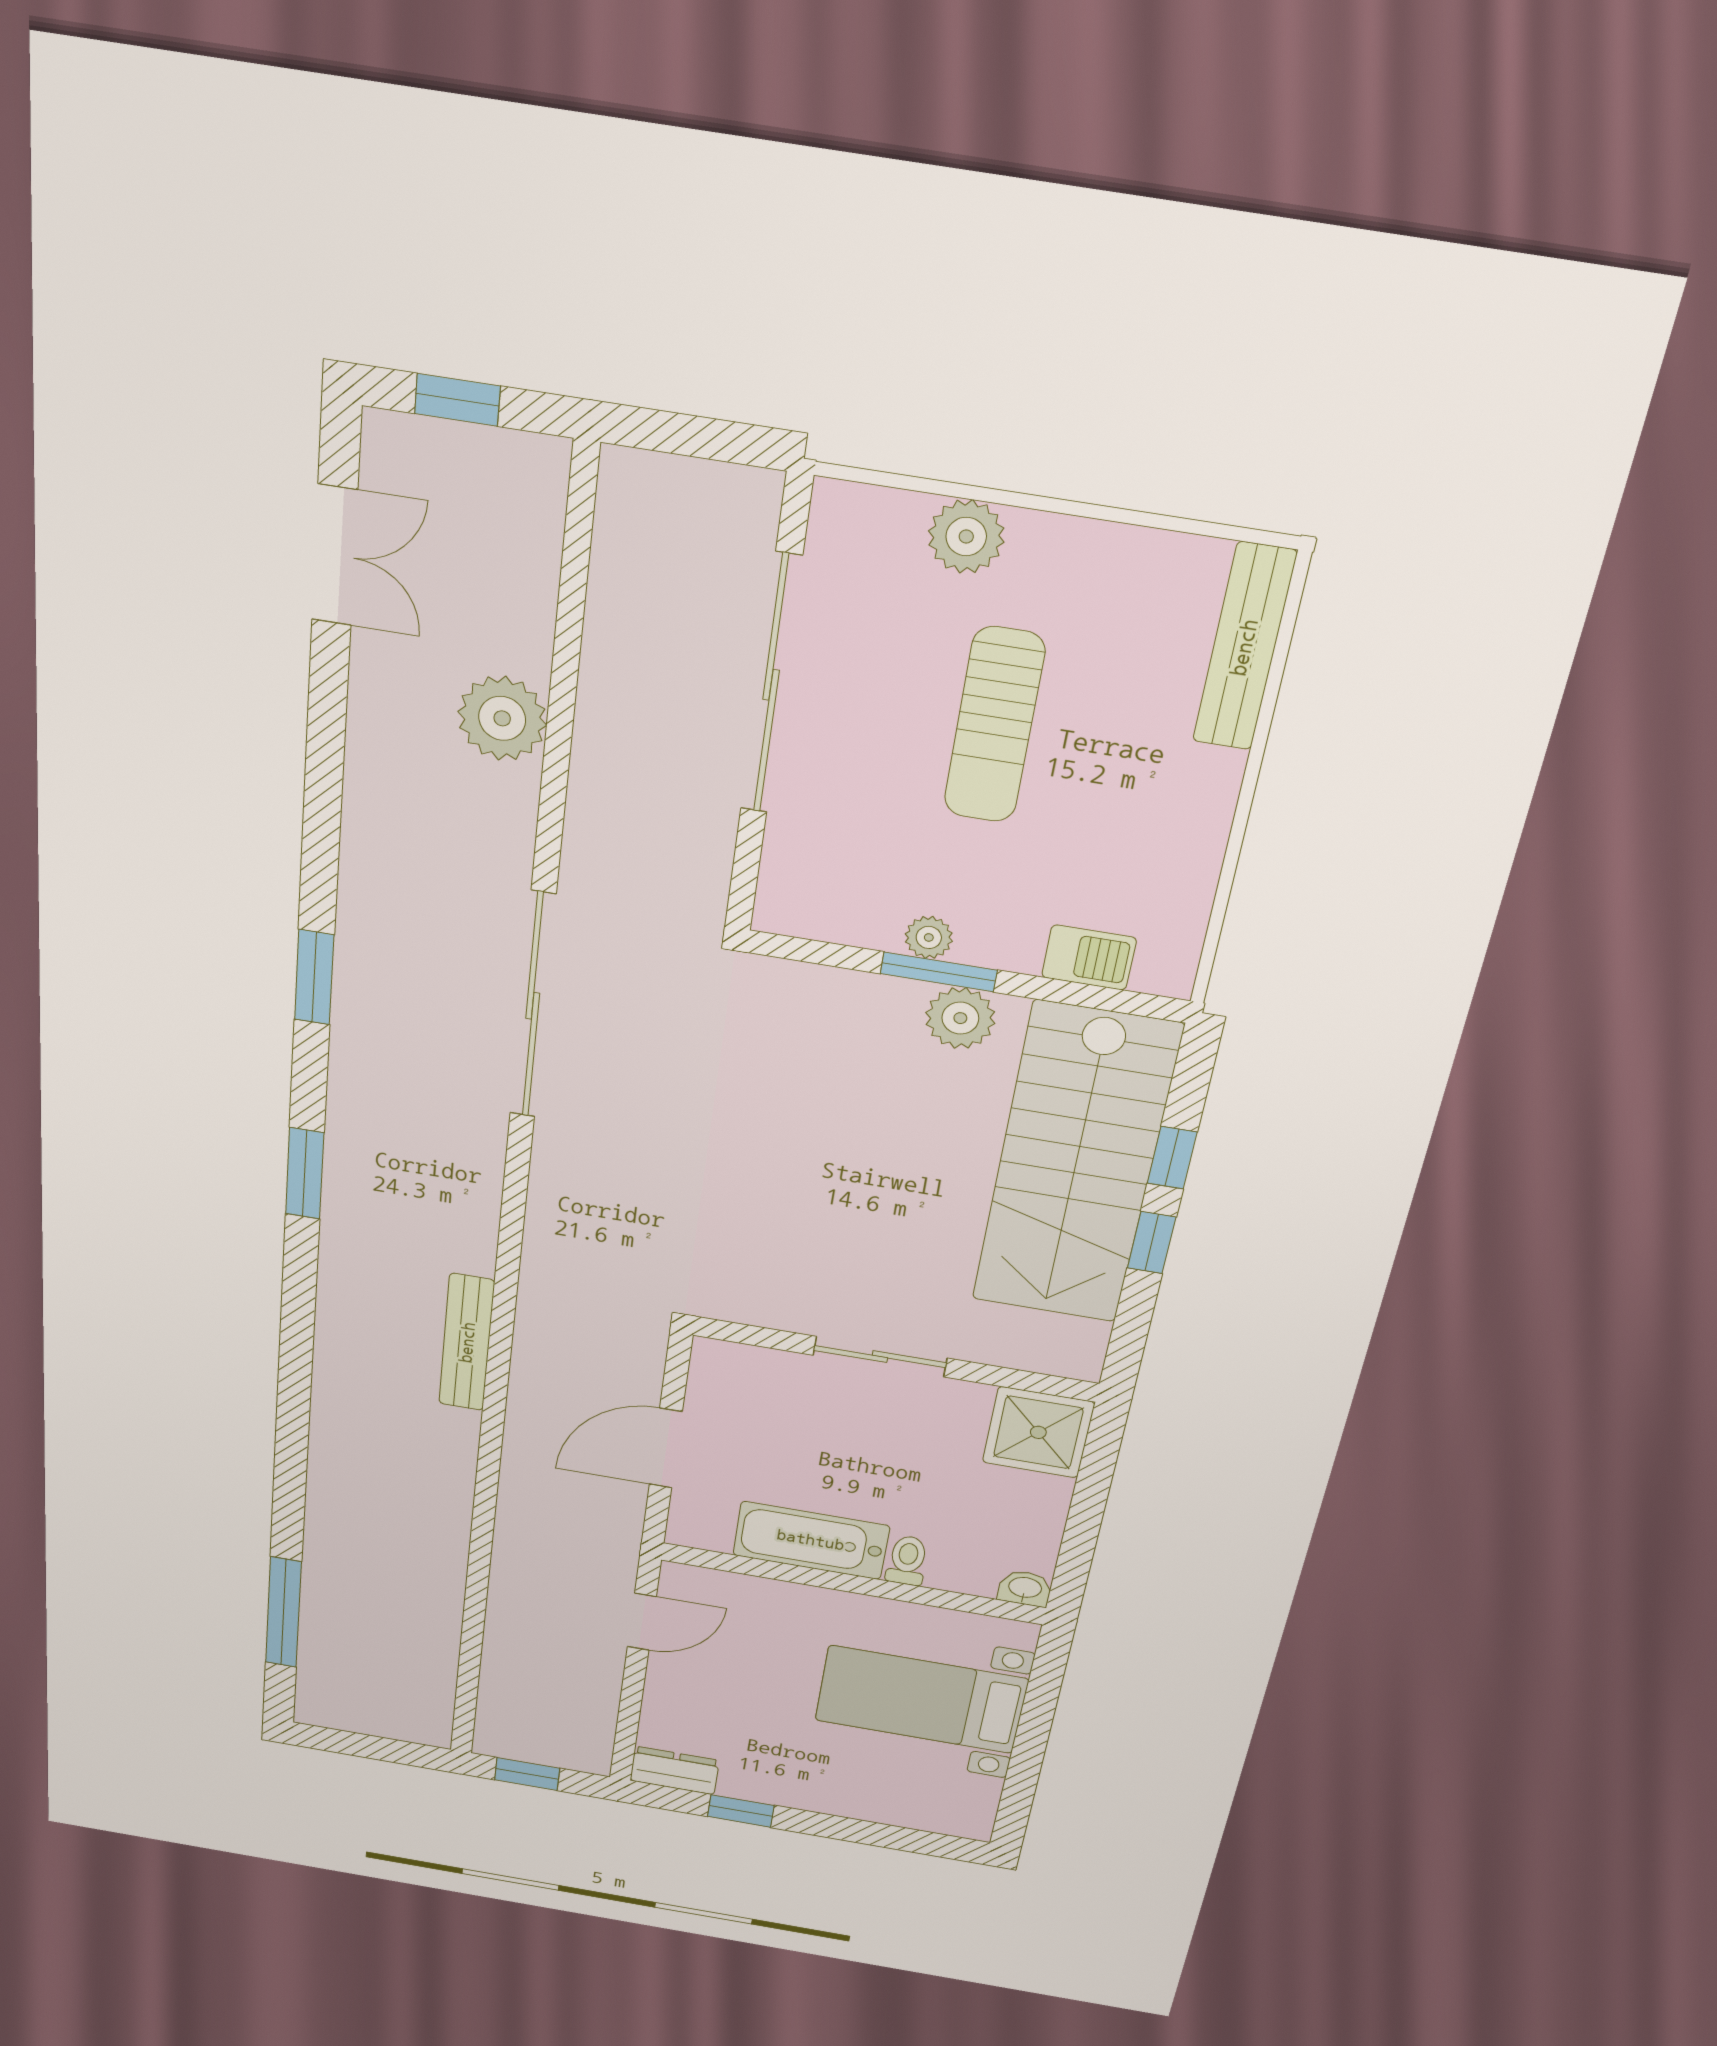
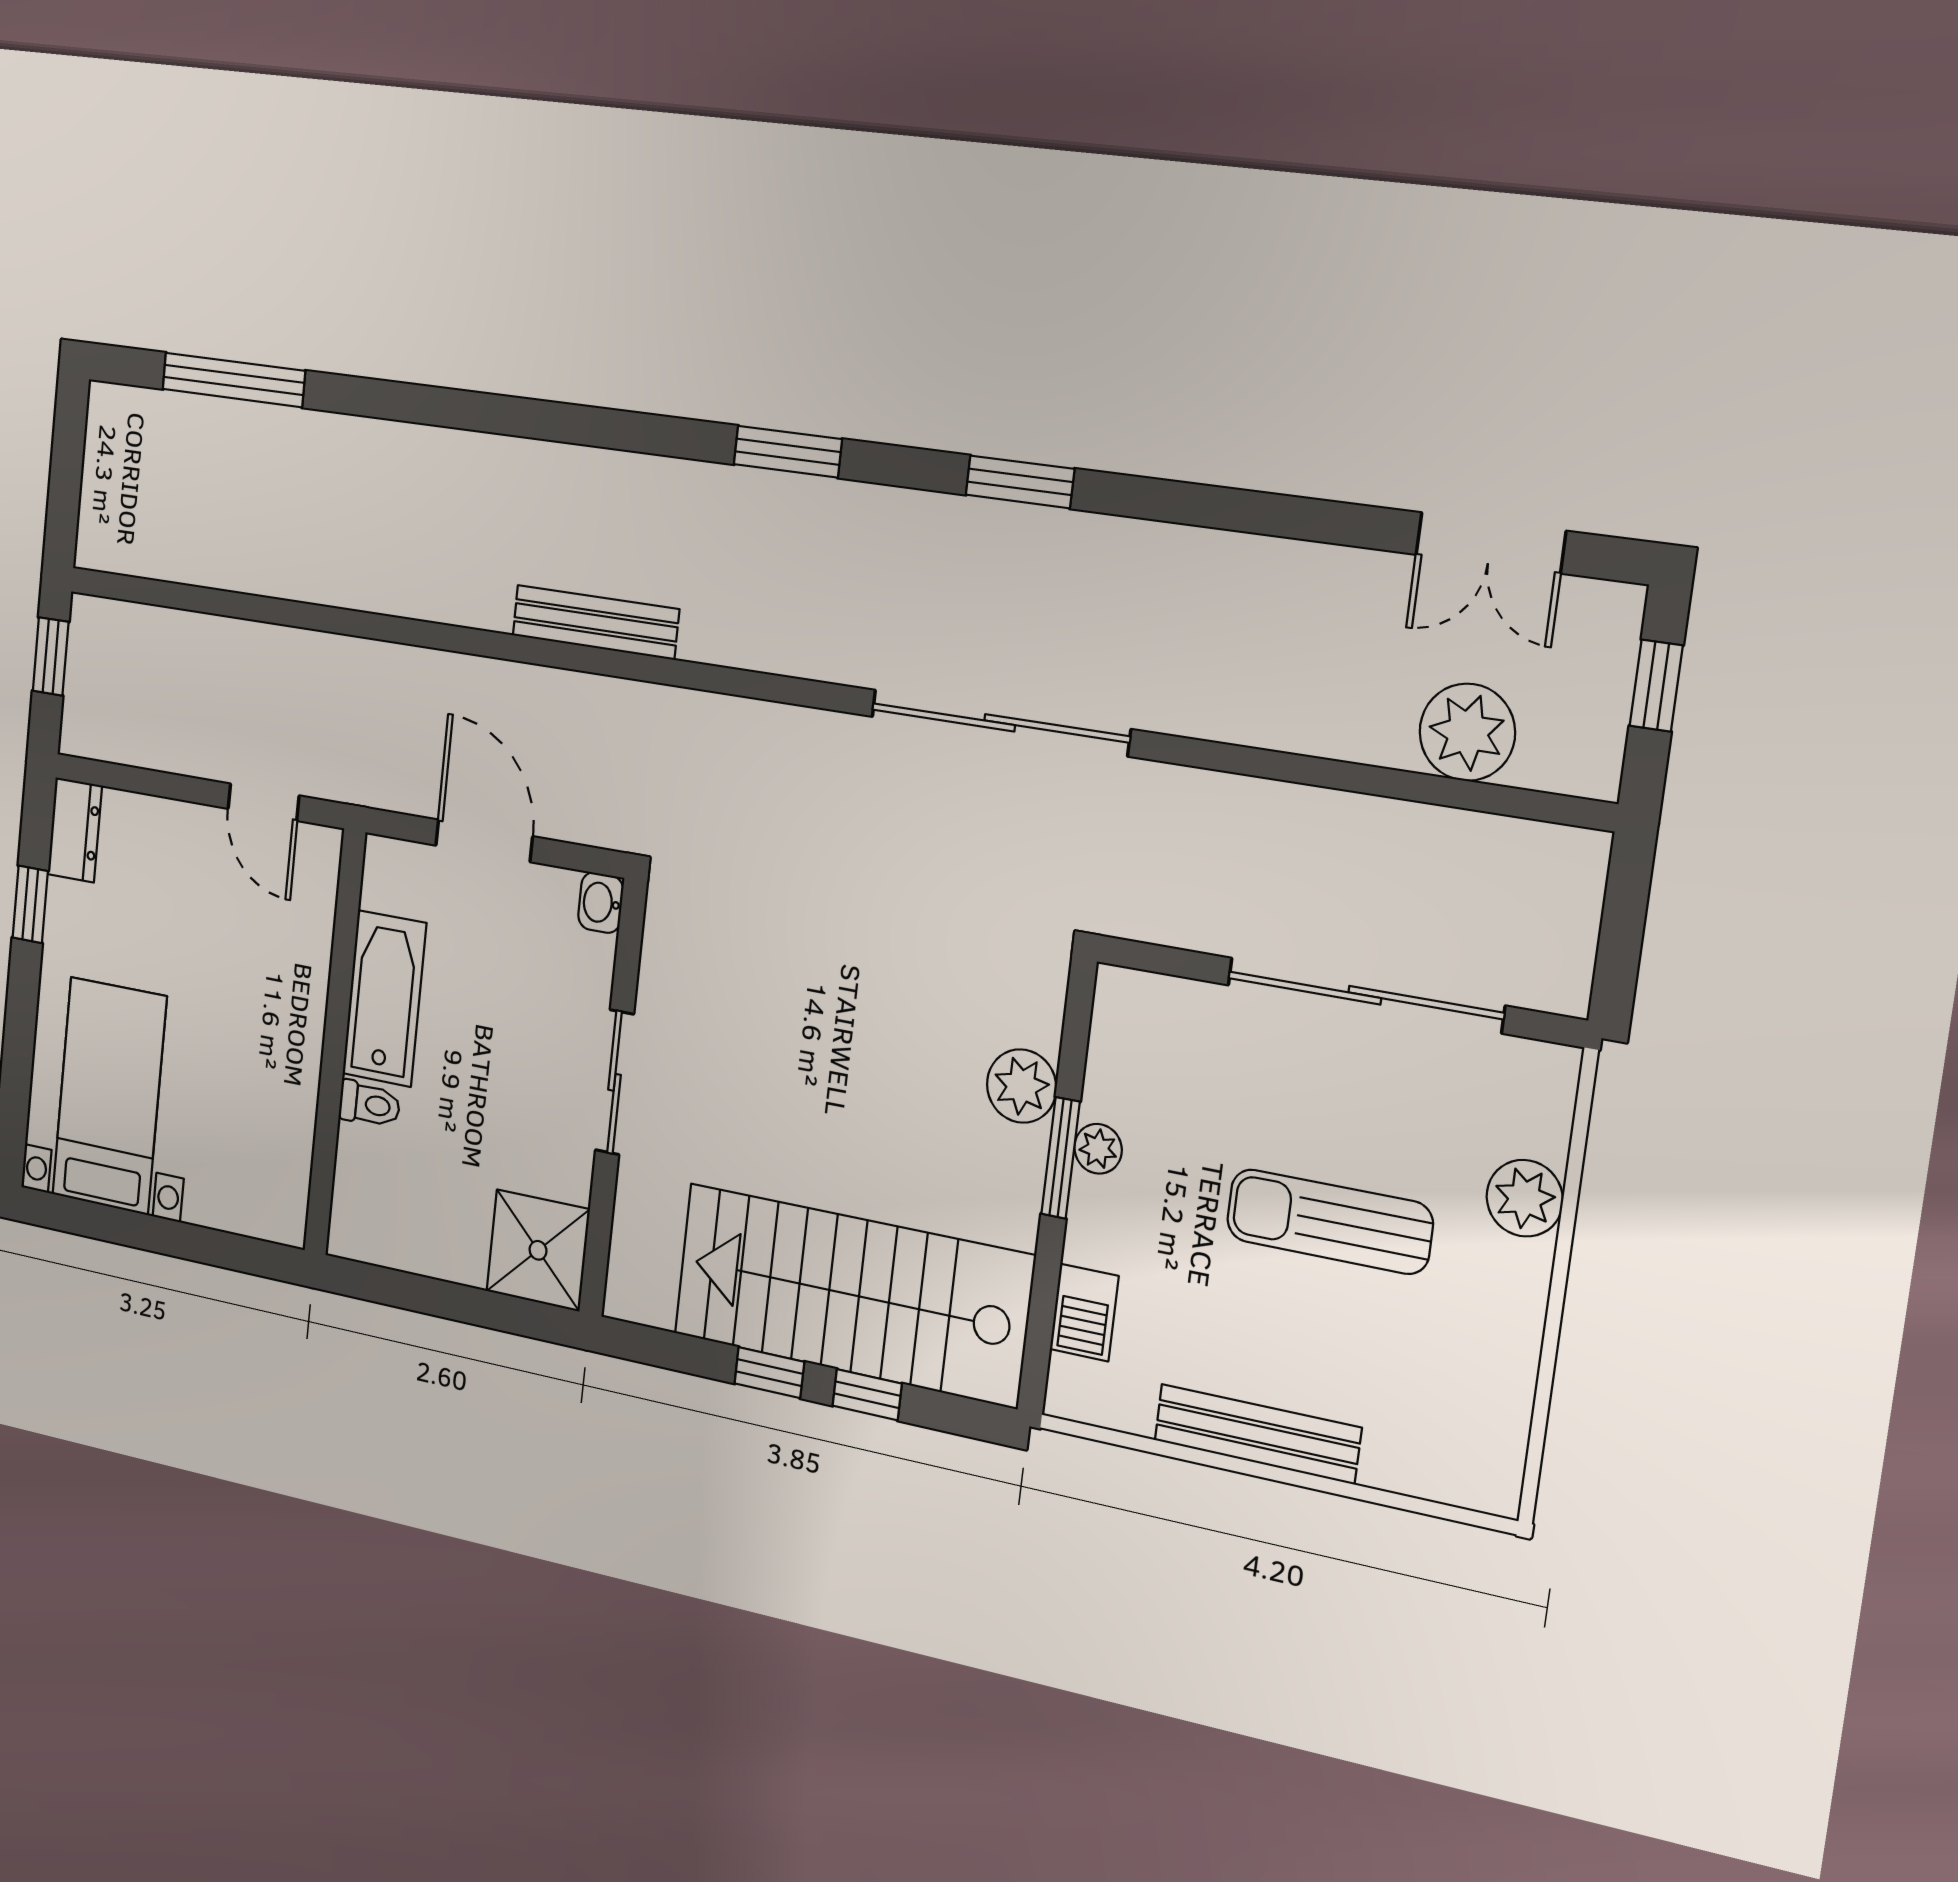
bench: (1244, 647) -> (1257, 1434), moved
plant: (502, 718) -> (1467, 732), moved
plant: (960, 1018) -> (1022, 1086), moved
washbasin: (1025, 1588) -> (601, 903), moved, turned 180
bed with nightstands: (921, 1700) -> (109, 1096), moved

